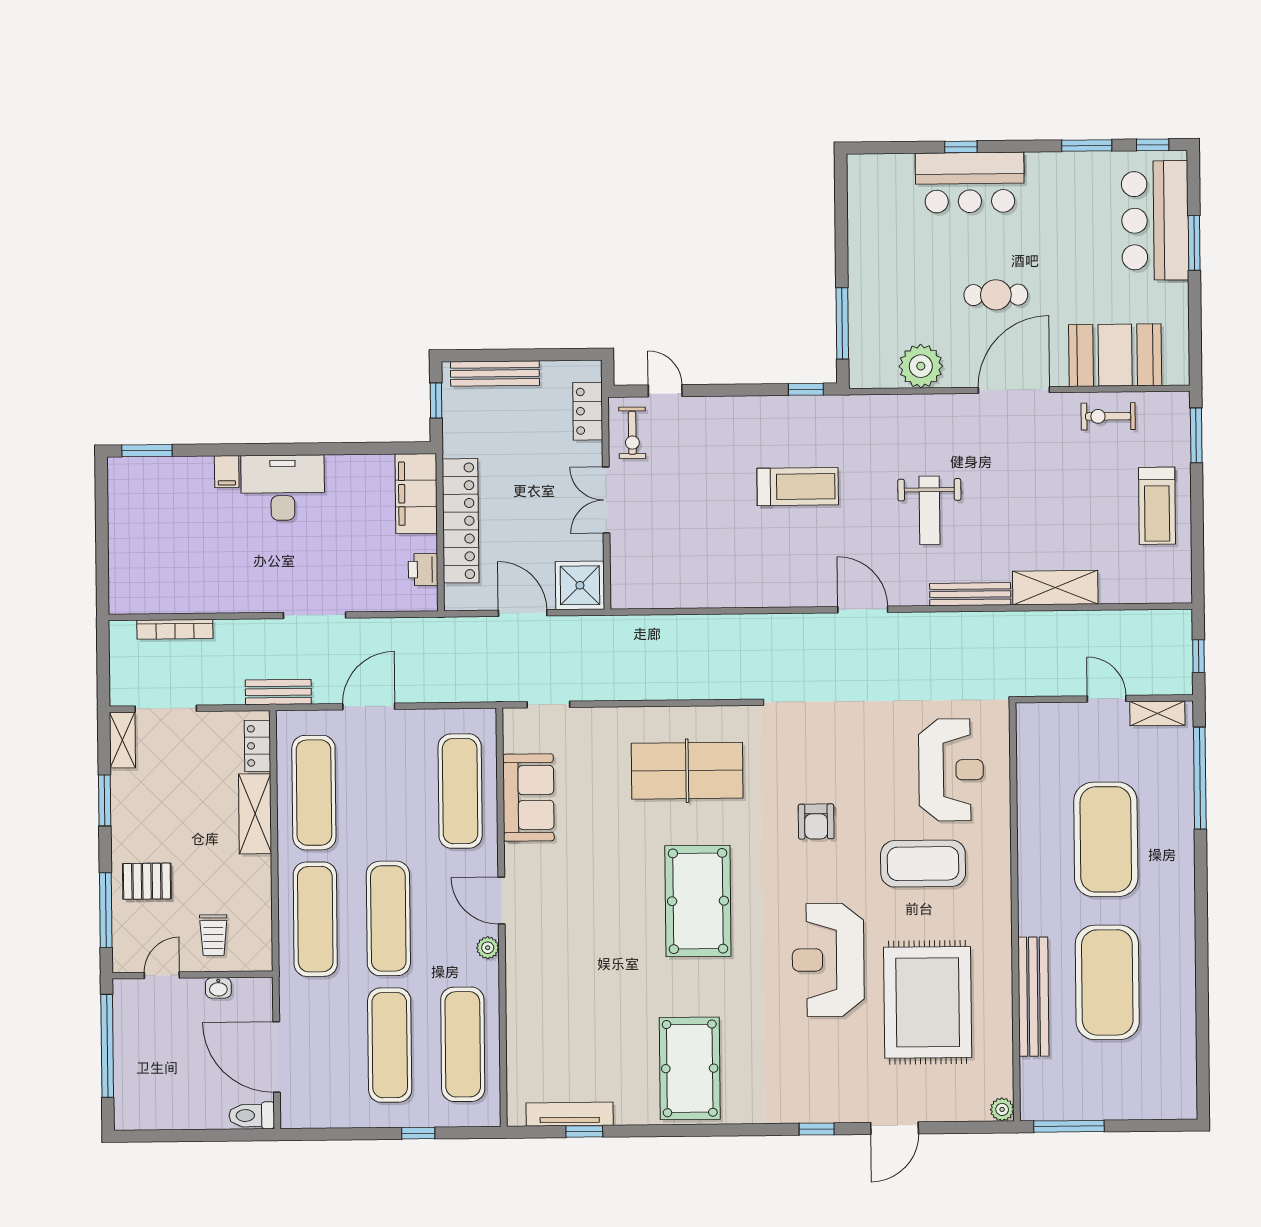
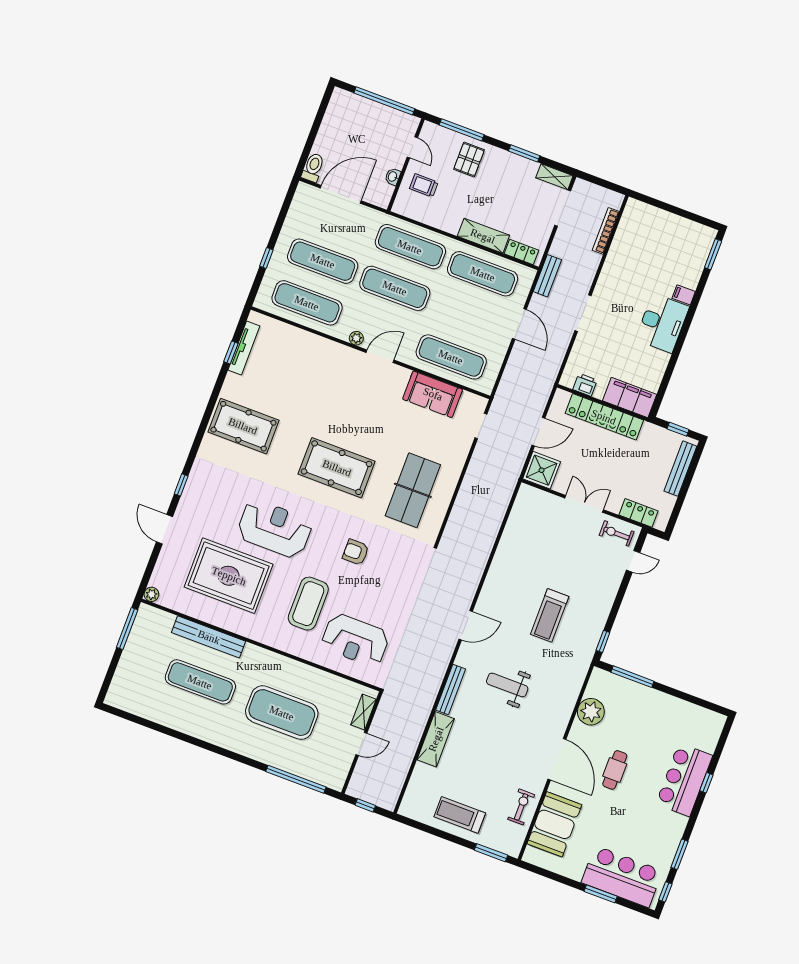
shelving: (1157, 713) -> (364, 712), moved
exercise mat: (1107, 982) -> (200, 682), width x0.68

